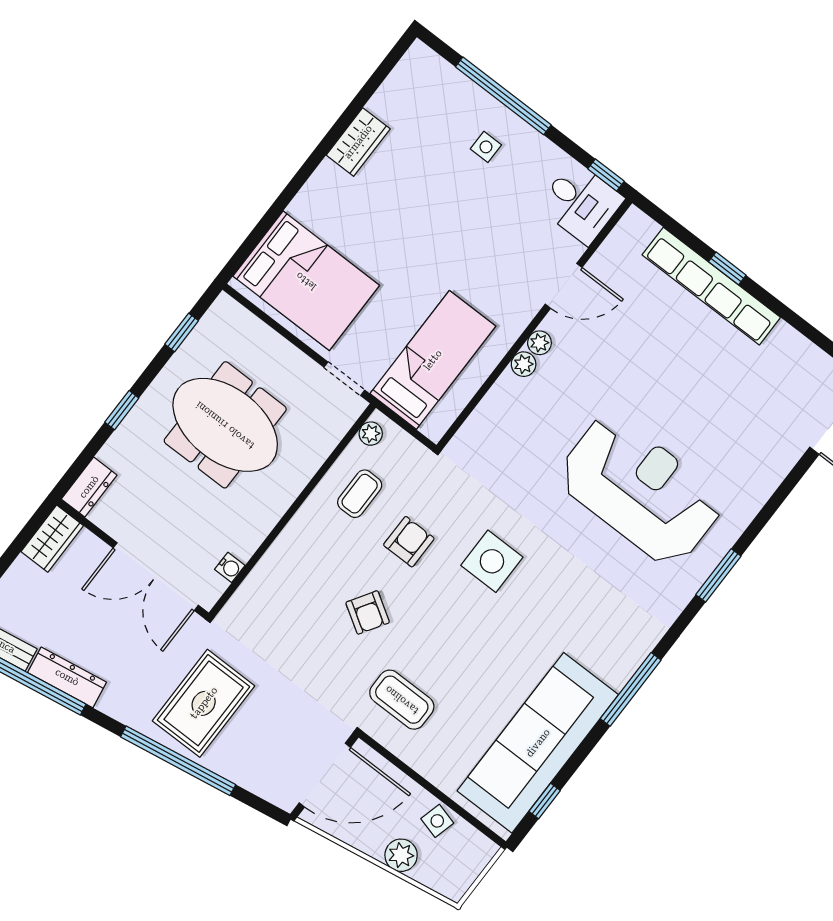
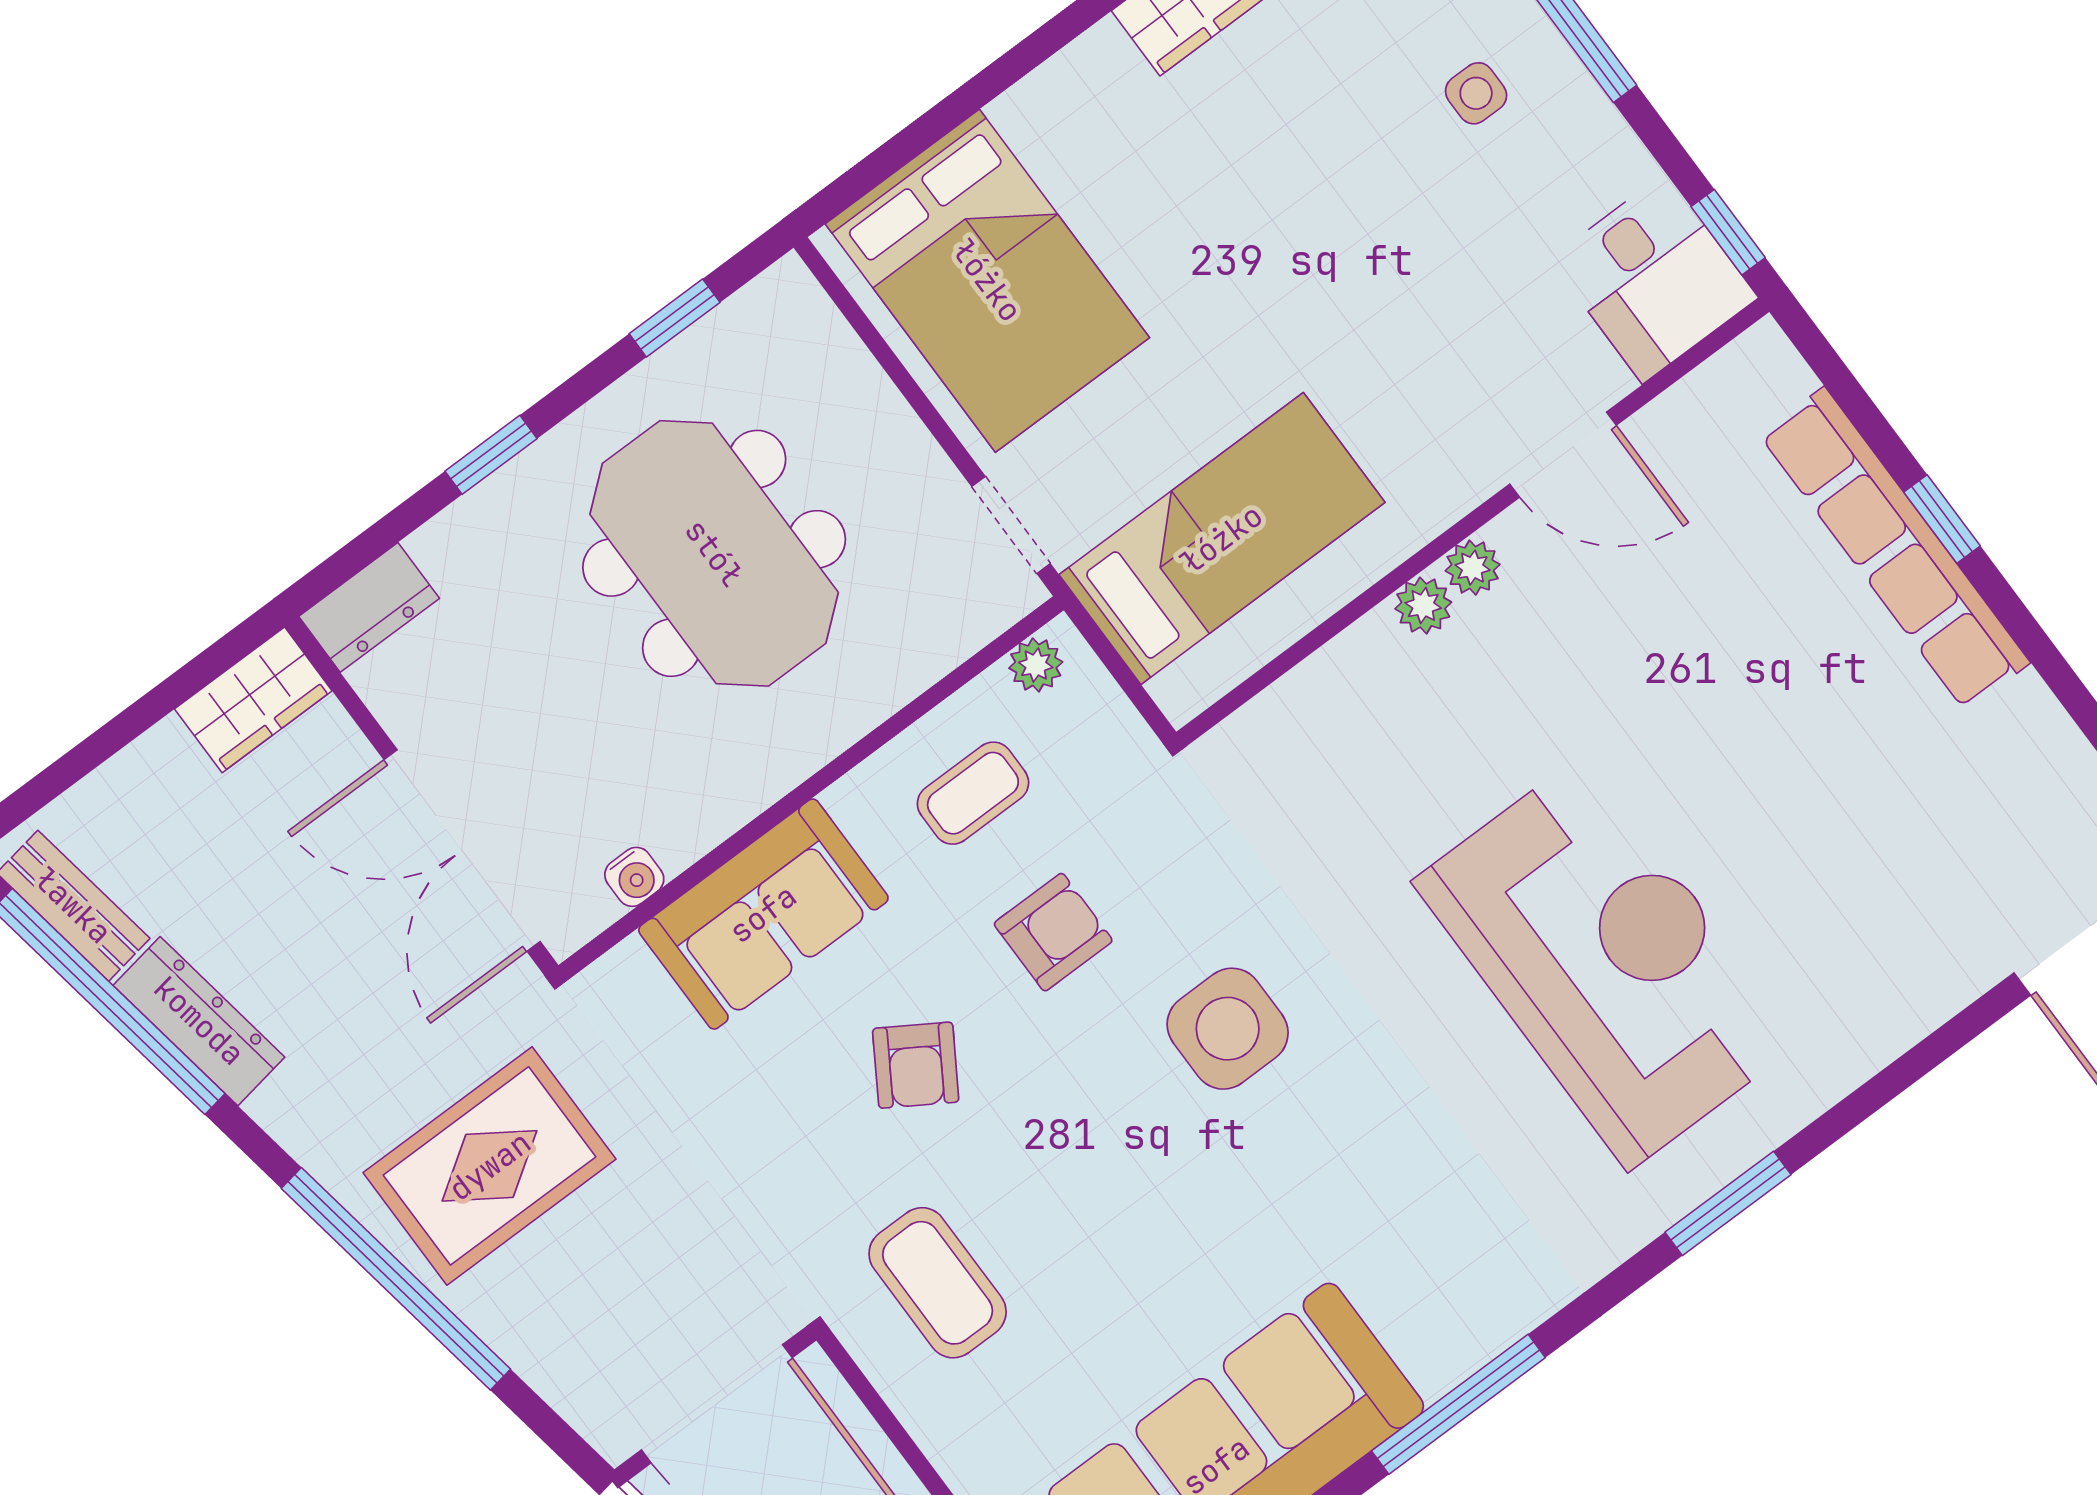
sofa: (287, 568) -> (763, 914), added

